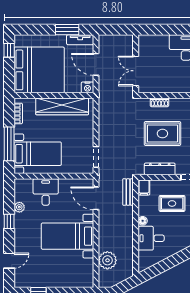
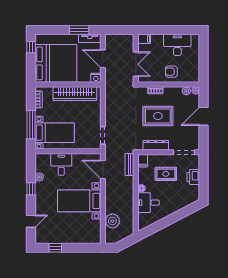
filing cabinet: (146, 40) -> (144, 39), added
double door: (136, 71) -> (136, 64), swing flipped
armchair: (179, 80) -> (171, 72), added

